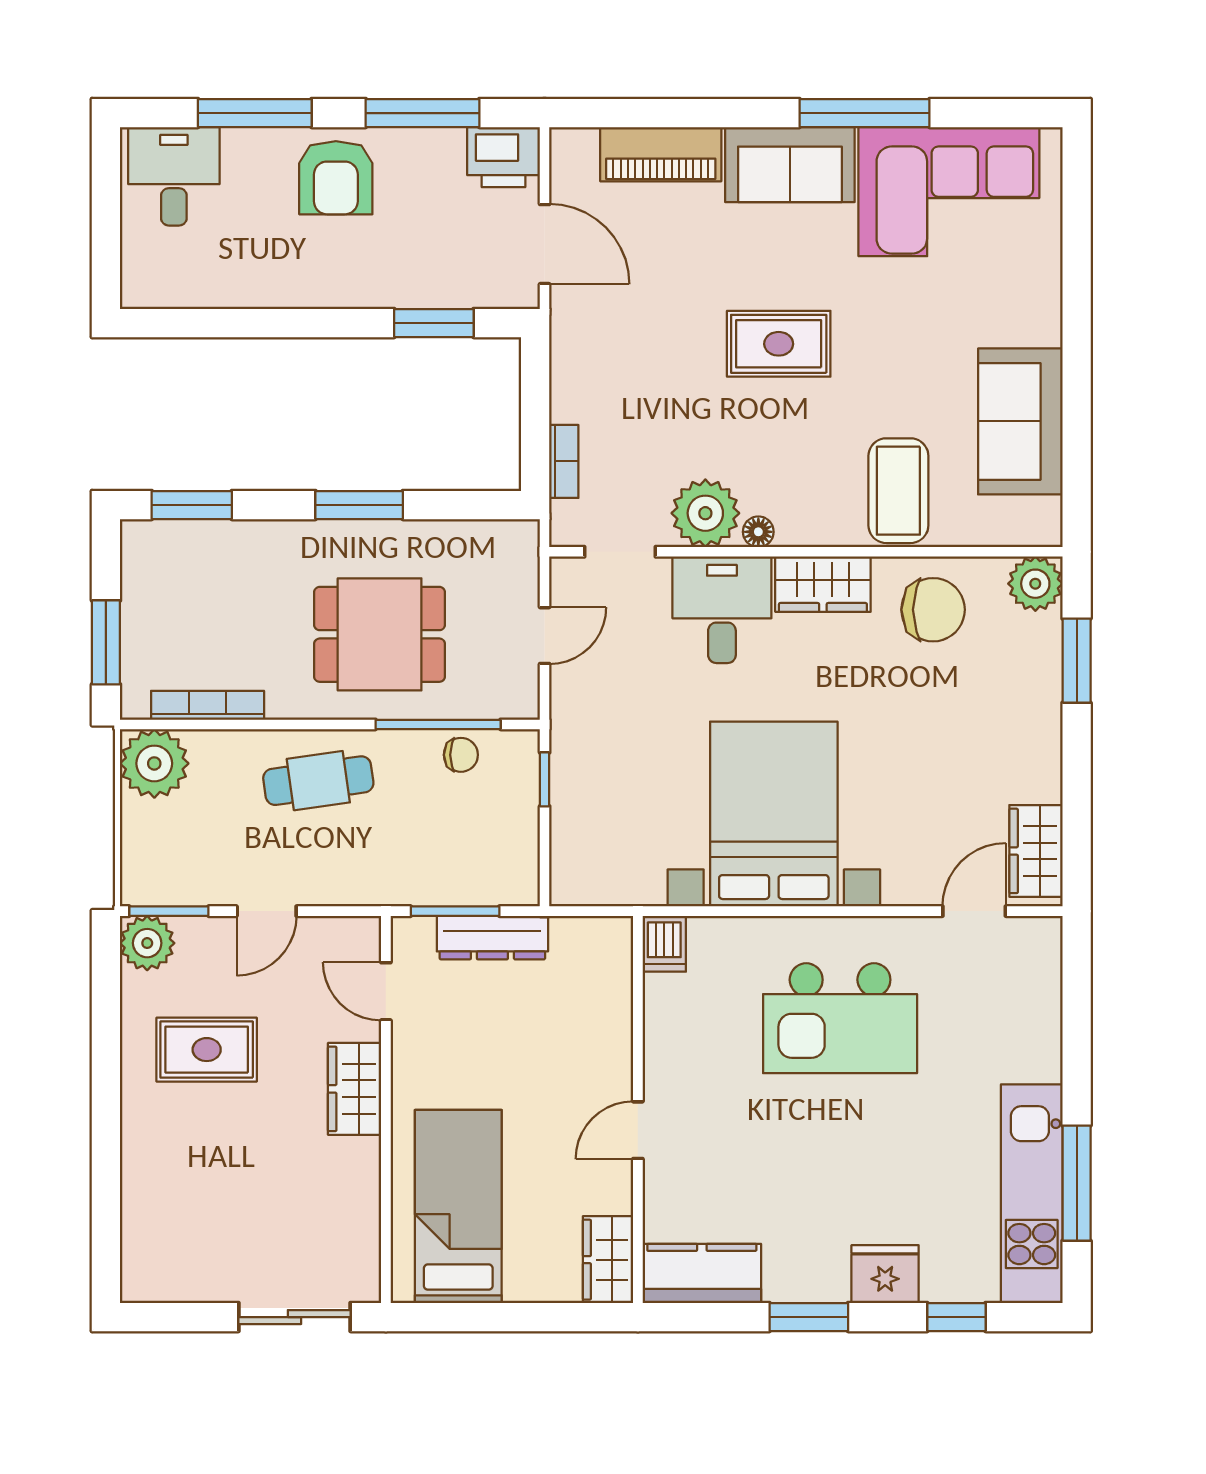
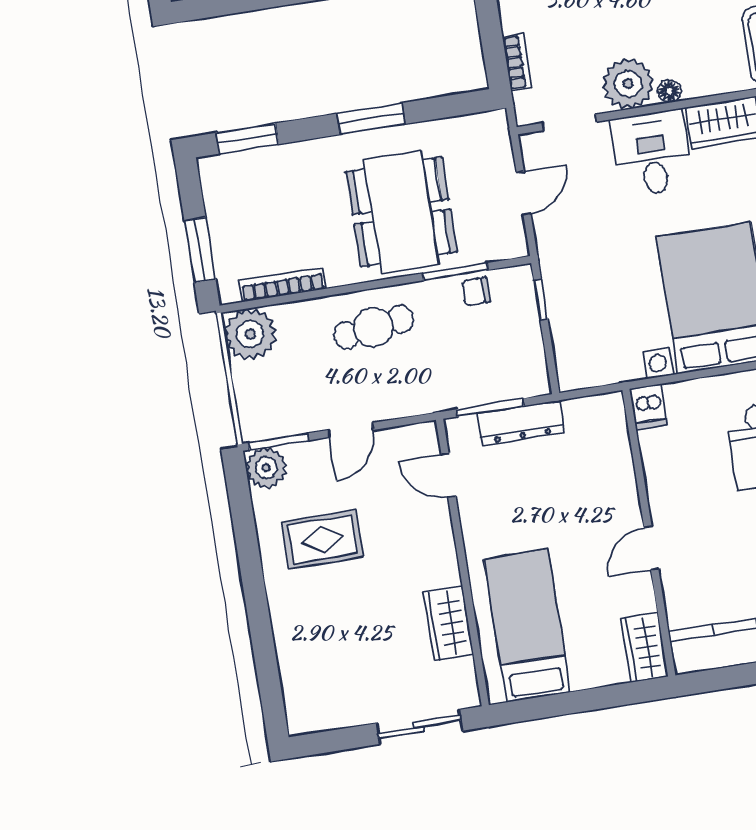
dining table: (380, 634) -> (401, 212), width x1.38
window: (438, 724) -> (455, 272), width x0.69
chair: (461, 755) -> (476, 291), turned 180
wardrobe: (355, 1089) -> (448, 623), moved

